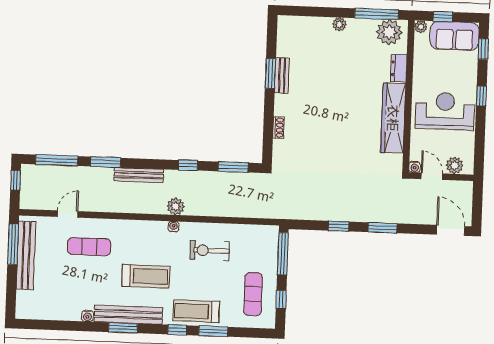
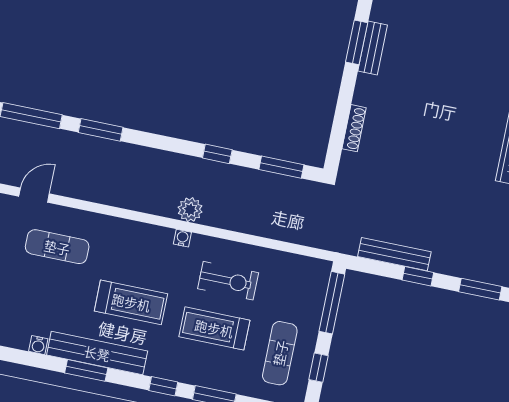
shoe rack: (278, 128) -> (354, 128), width x1.43
bench: (139, 175) -> (394, 254), moved
exercise bike: (210, 251) -> (228, 281), turned 180
treadmill: (196, 311) -> (214, 328), moved

